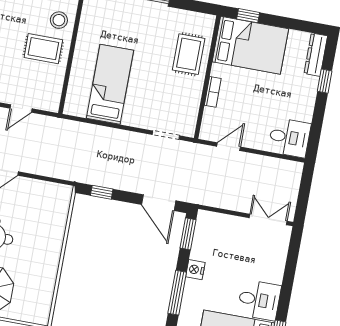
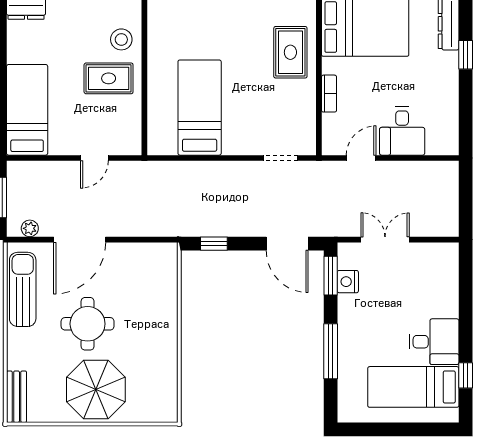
desk: (289, 138) -> (402, 131), moved, turned 90
double door: (268, 219) -> (385, 240), moved
nightstand: (195, 270) -> (348, 282), moved

